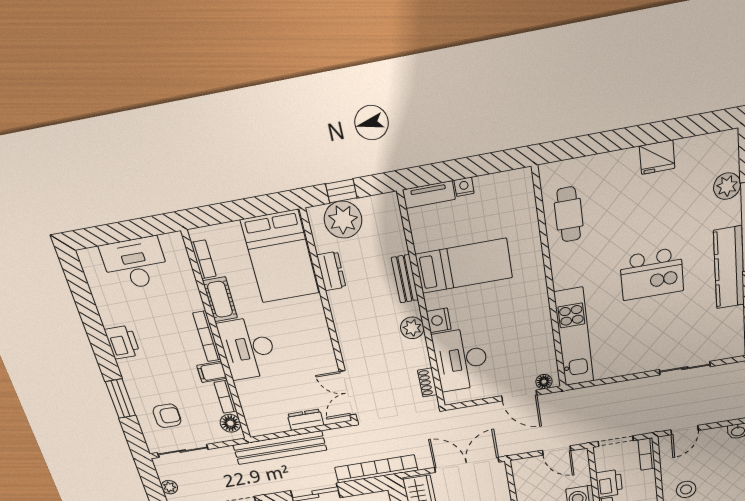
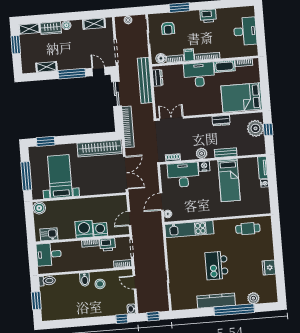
dresser: (331, 271) -> (221, 121), moved
dresser: (306, 420) -> (158, 78), moved

